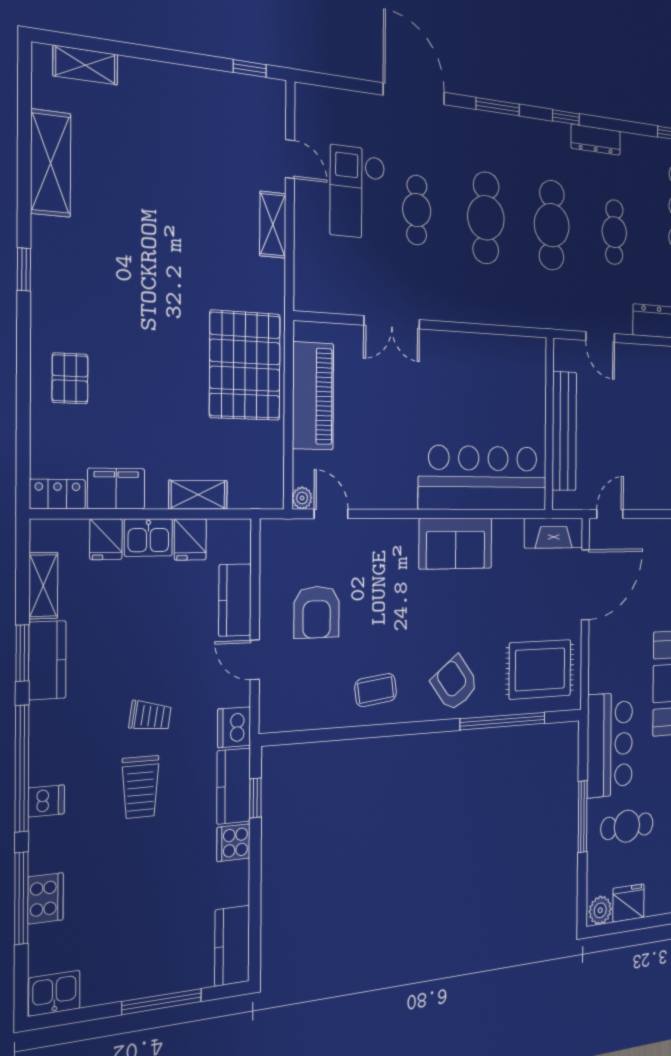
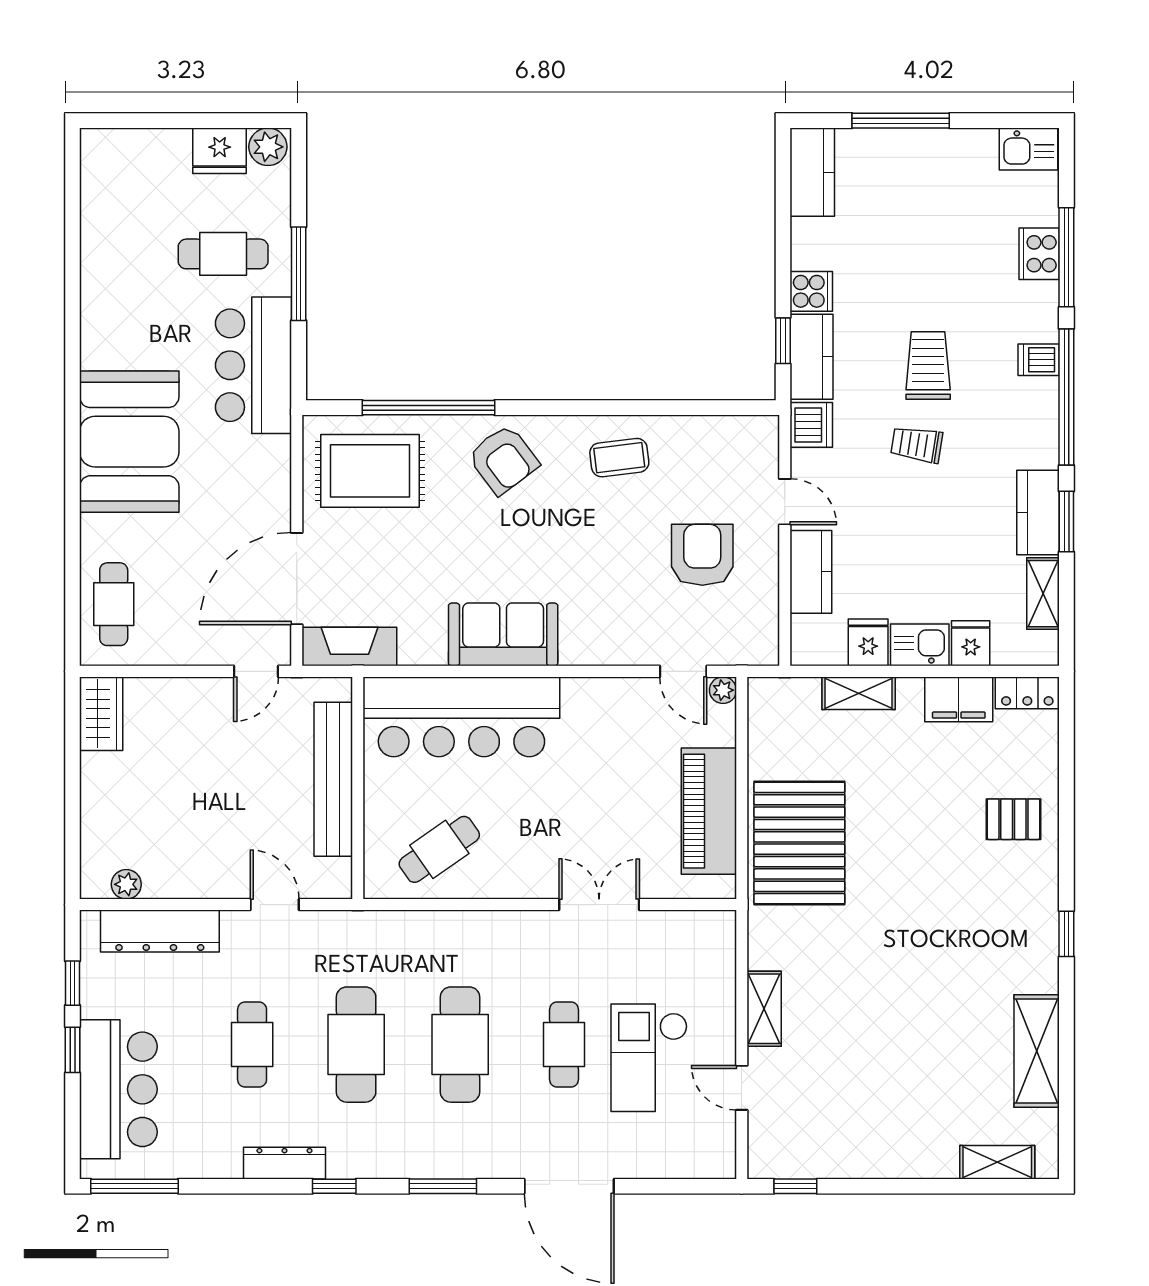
checkout: (357, 192) -> (649, 1058), turned 180
cafe table: (498, 373) -> (439, 849), added
pallet: (70, 378) -> (1013, 819), turned 90

